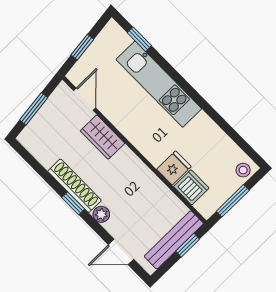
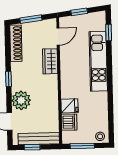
shoe rack: (74, 186) -> (16, 43), moved
plant: (101, 214) -> (21, 100), width x1.88, depth x1.88
window: (188, 245) -> (32, 147), moved

